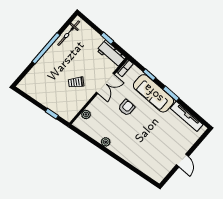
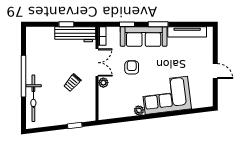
bicycle: (69, 33) -> (33, 98), moved, width x1.37, depth x1.40
workbench: (111, 54) -> (75, 34), width x1.38
plant: (86, 114) -> (103, 83), moved
corner sofa: (134, 148) -> (166, 95), added

